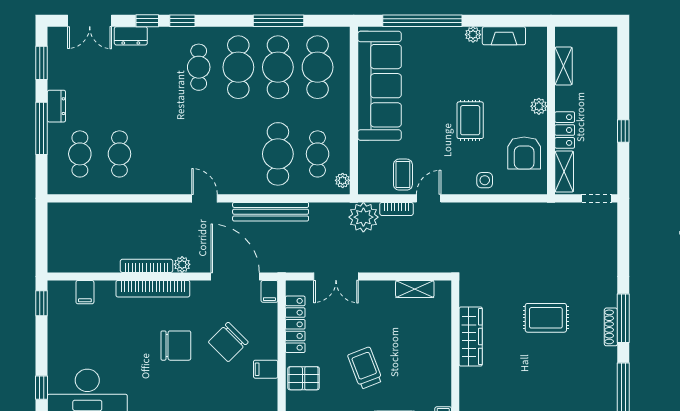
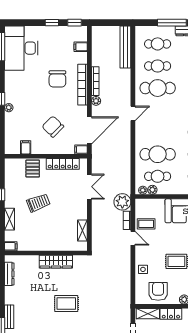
armchair: (524, 153) -> (158, 291), turned 90
cafe table: (159, 154) -> (158, 88), added
plant: (342, 163) -> (152, 190), added
bench: (271, 212) -> (125, 47), moved
double door: (336, 276) -> (89, 187), swing flipped
rug: (546, 318) -> (66, 303), turned 90
chair: (176, 346) -> (57, 79), moved
filing cabinet: (266, 369) -> (26, 147), moved
window: (42, 388) -> (52, 23), moved

